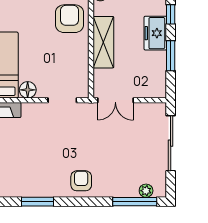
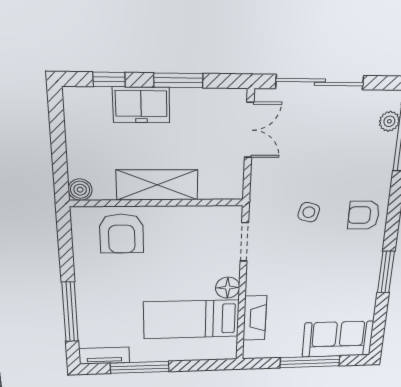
armchair: (69, 19) -> (122, 234), turned -90
double door: (115, 100) -> (249, 130), moved
side table: (84, 143) -> (309, 212), added

